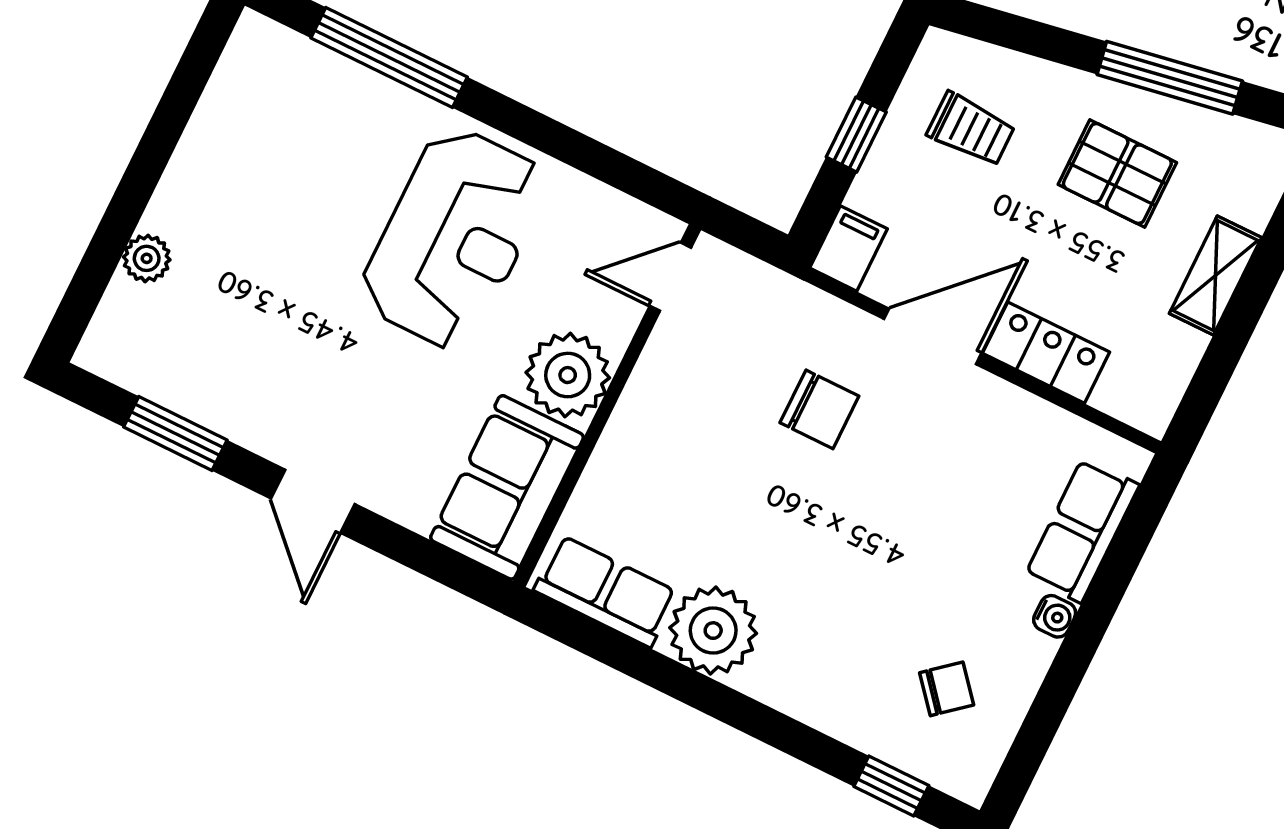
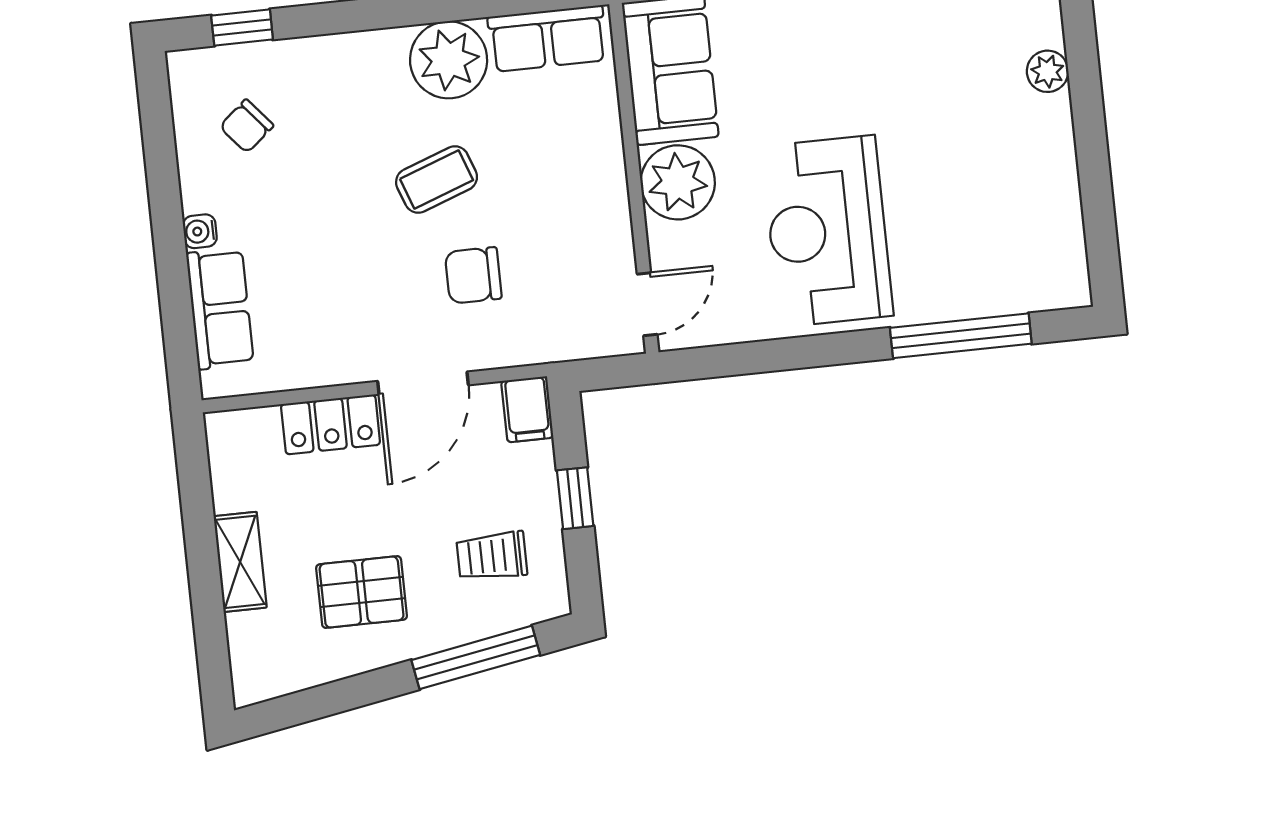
window: (1170, 78) -> (476, 657), moved
coffee table: (797, 523) -> (437, 180), added

